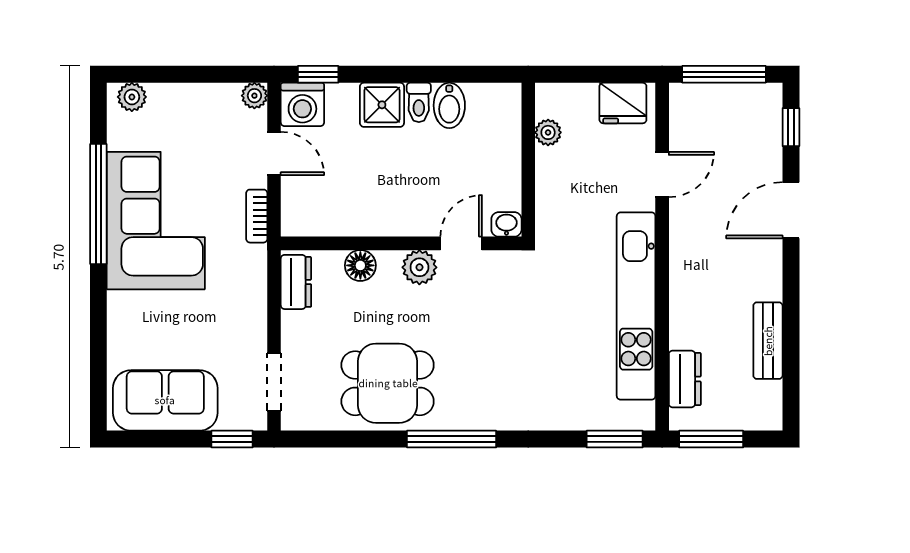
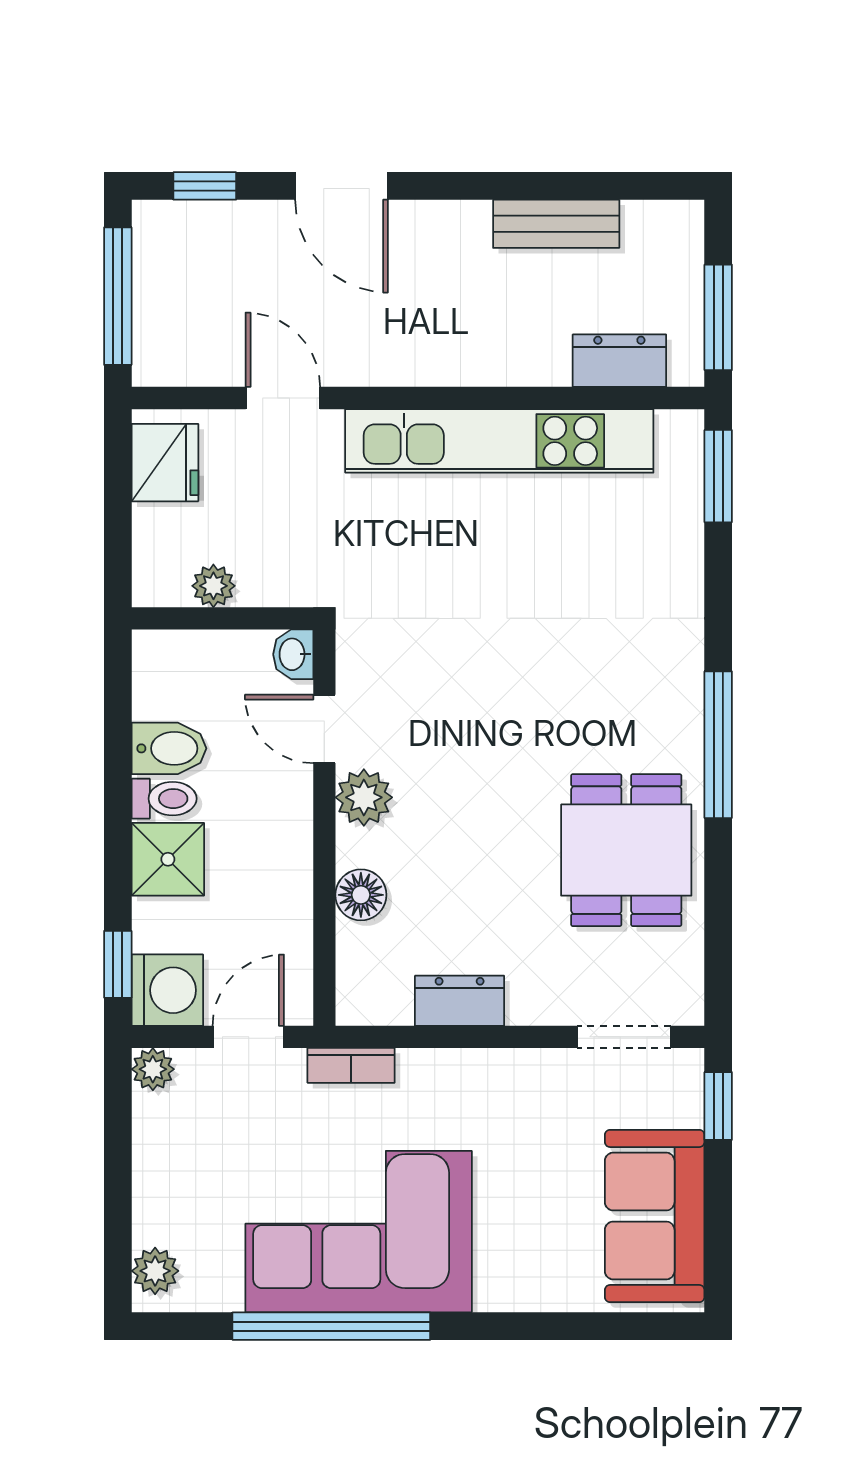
washbasin: (506, 224) -> (293, 654), moved
wall: (401, 243) -> (324, 828), moved
door: (461, 243) -> (324, 729), moved
floor lamp: (360, 265) -> (361, 895), moved
plant: (419, 267) -> (364, 797), moved

